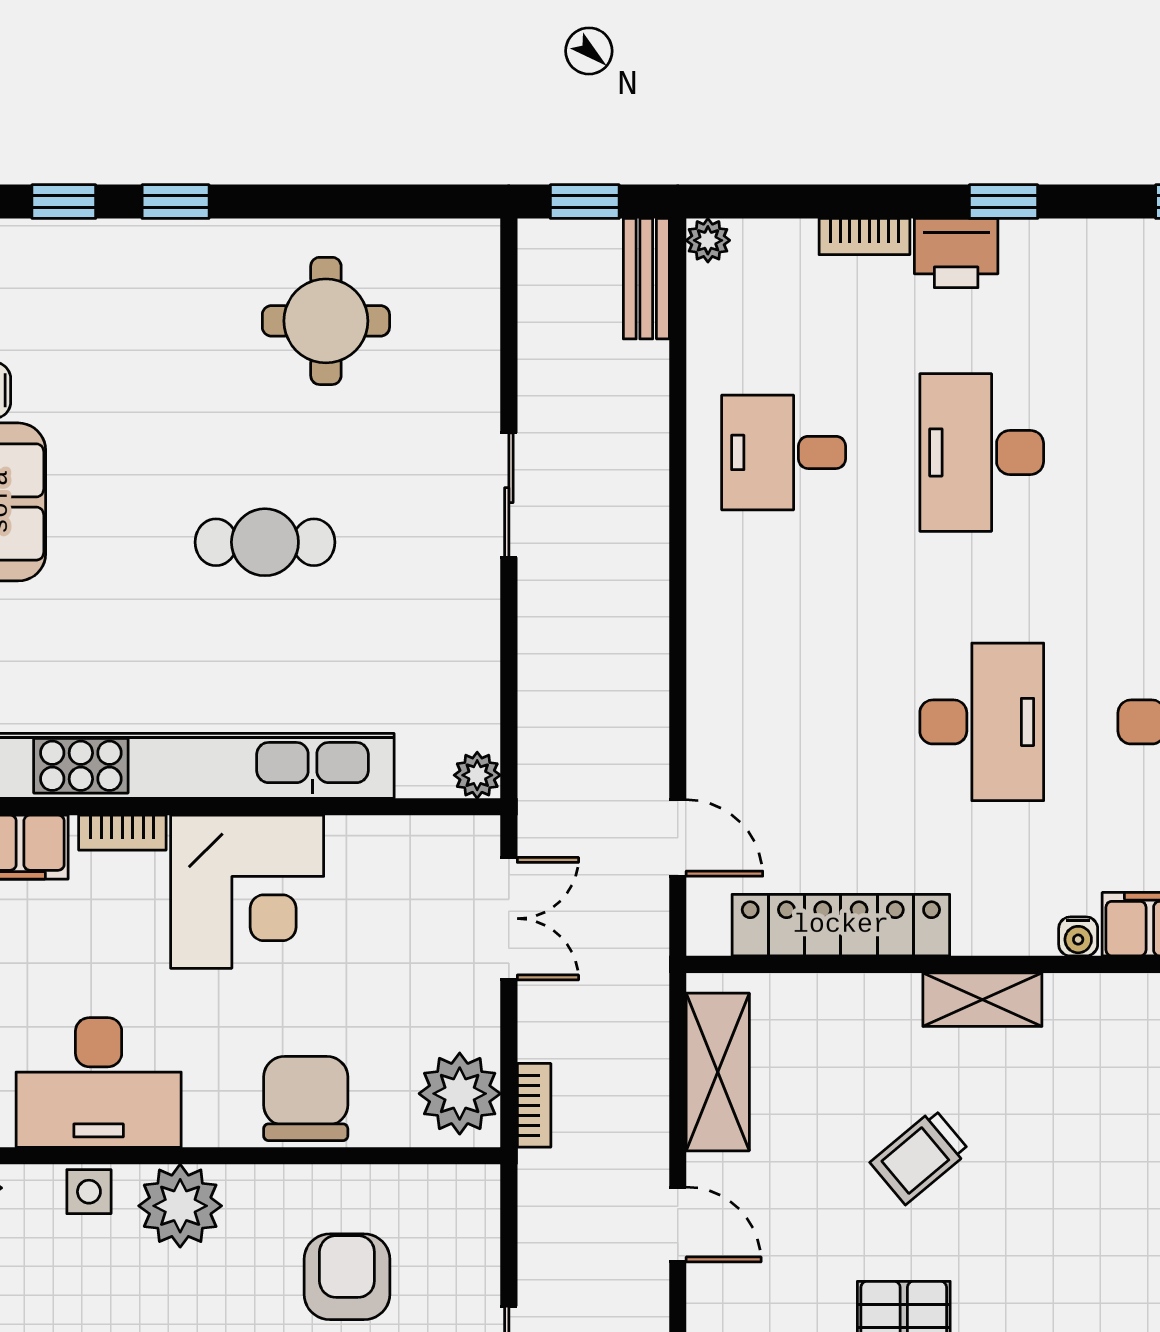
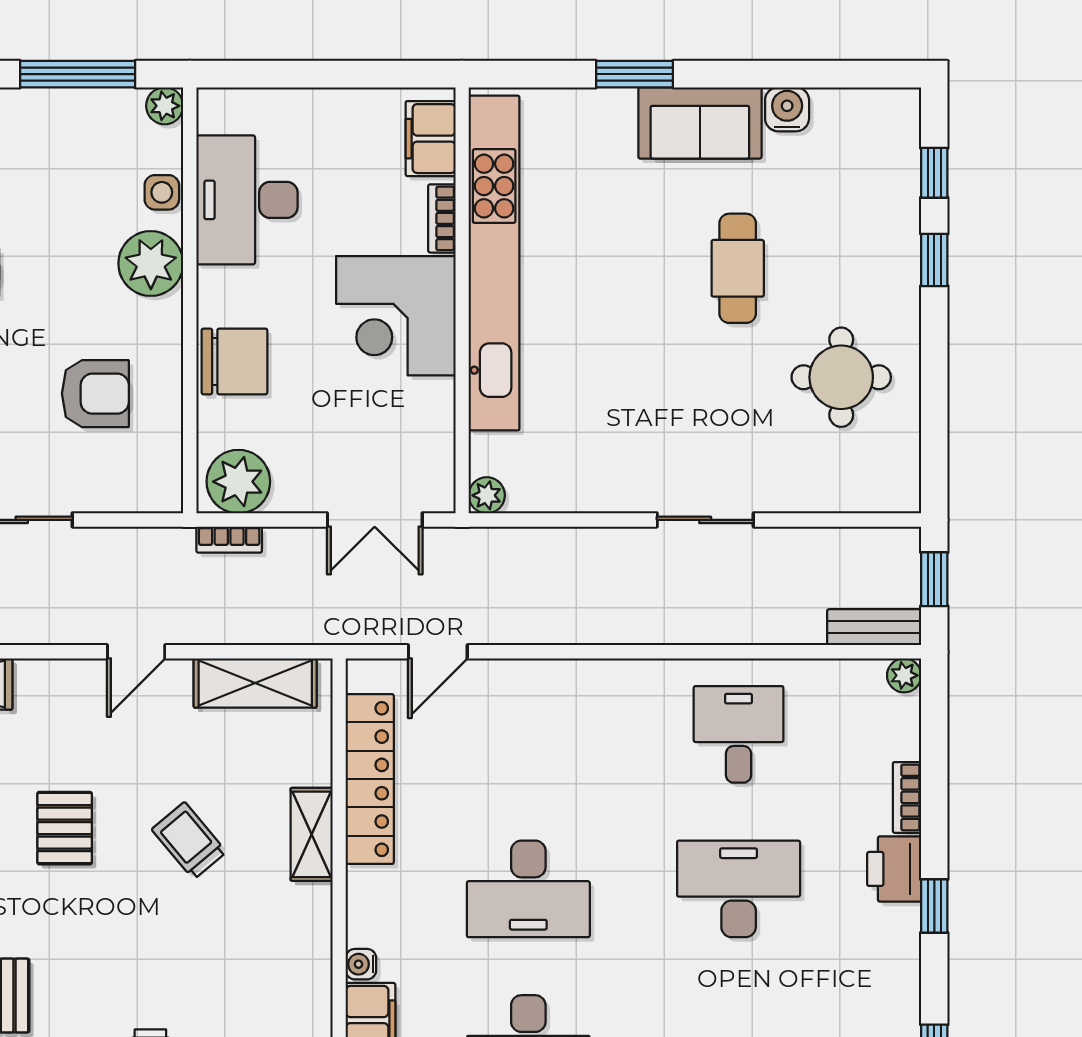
cafe table: (265, 542) -> (738, 268), moved
shelving: (982, 1000) -> (312, 834), moved

